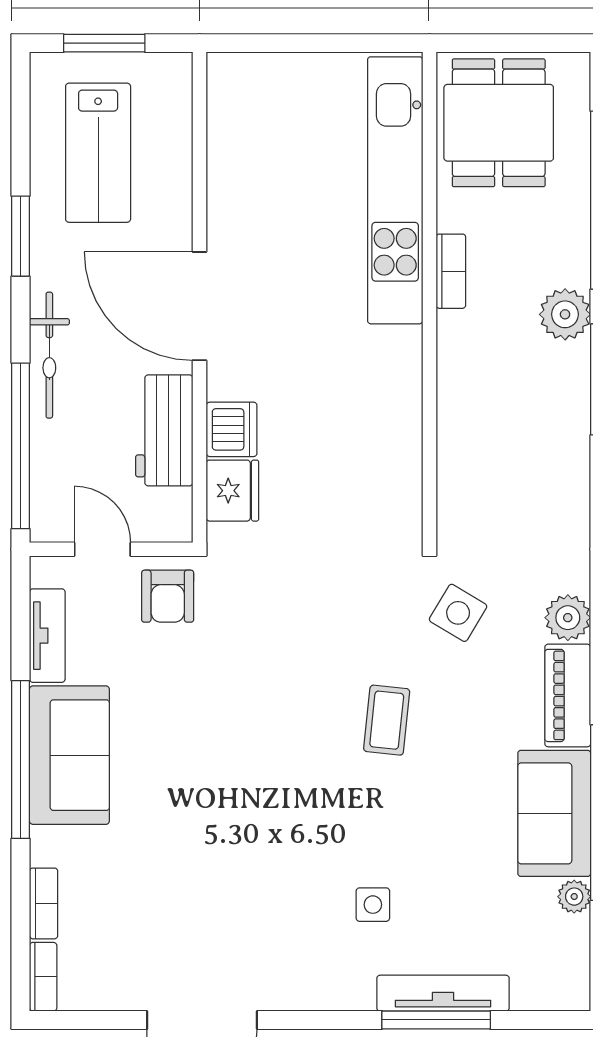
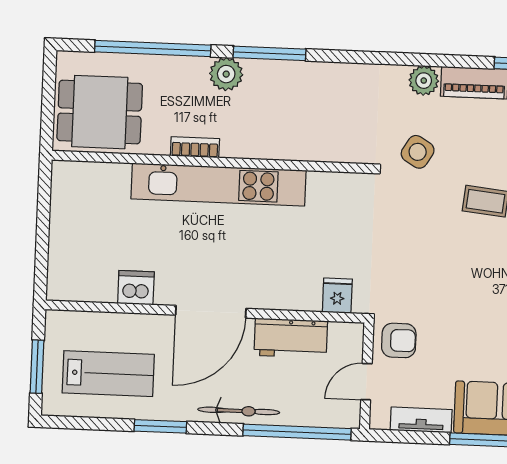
kitchen unit: (395, 190) -> (218, 185), moved
dishwasher: (232, 429) -> (136, 288), moved
fridge: (232, 491) -> (337, 296), width x0.72

